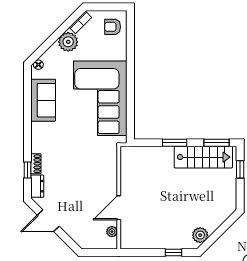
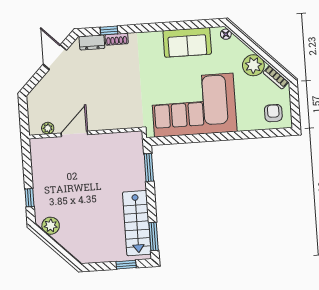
window: (175, 143) -> (149, 167), moved
door: (119, 208) -> (74, 134), hinge flipped

